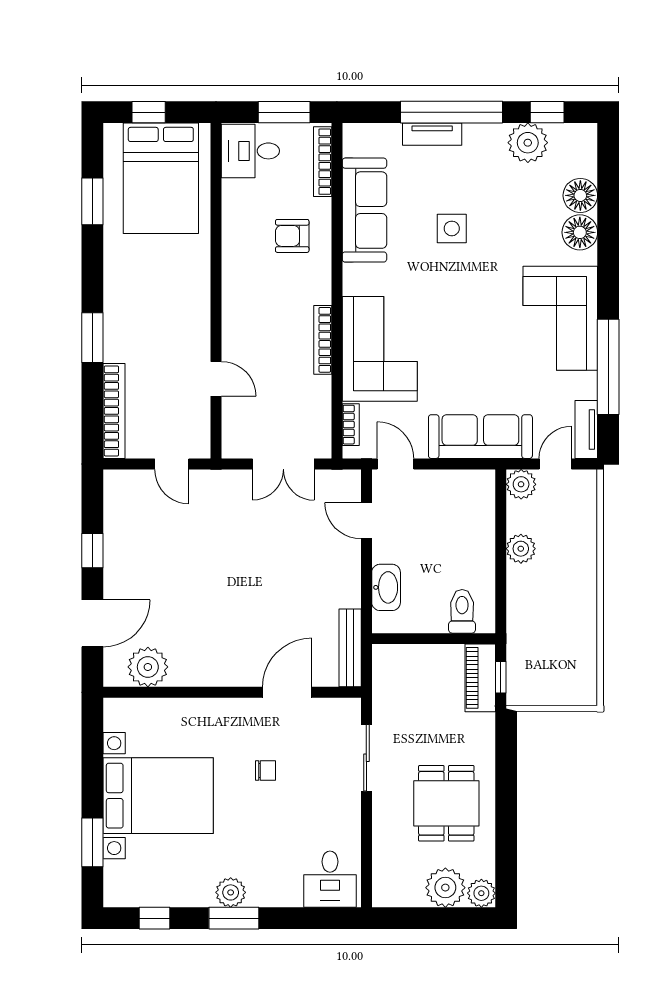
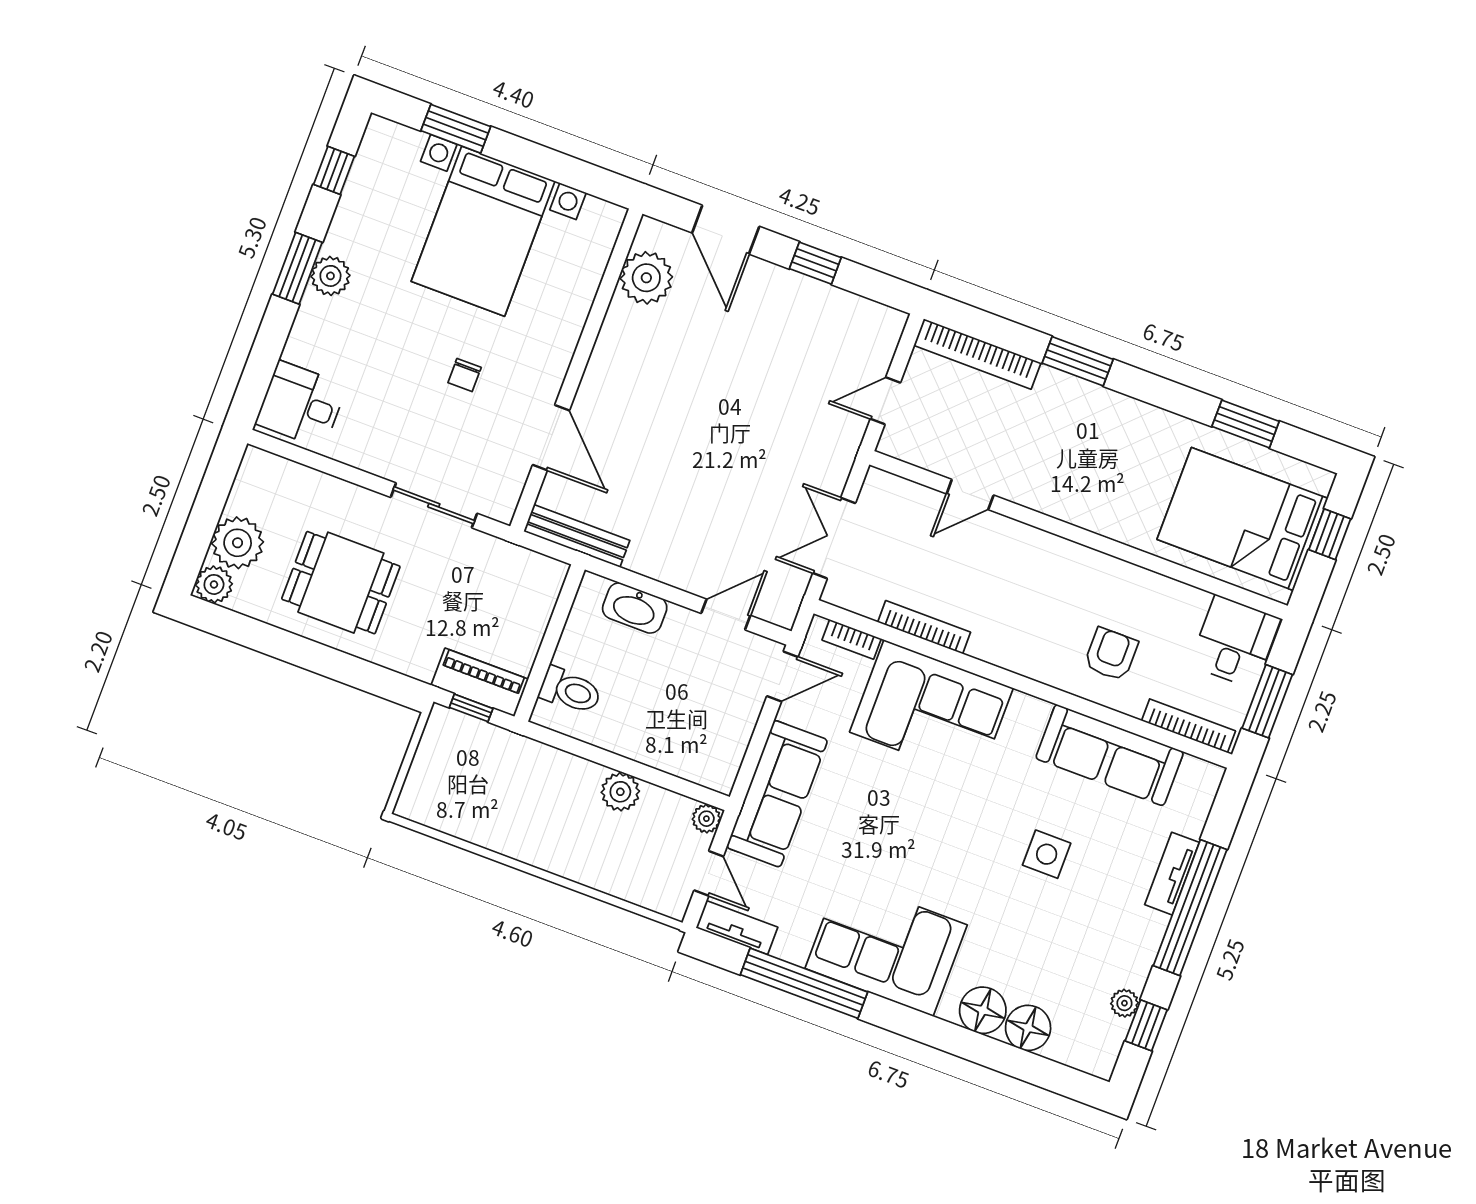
plant: (528, 143) -> (1124, 1003), width x0.53, depth x0.53
bookcase: (323, 340) -> (924, 627), moved
plant: (521, 484) -> (706, 819), width x0.73, depth x0.73

